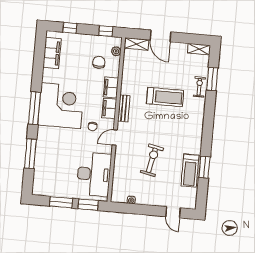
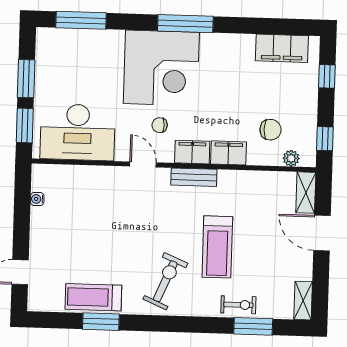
door: (161, 36) -> (322, 233), hinge flipped
corner desk: (61, 106) -> (161, 68), moved
window: (30, 154) -> (81, 20), moved
exercise bike: (152, 160) -> (165, 281), moved, turned -79

